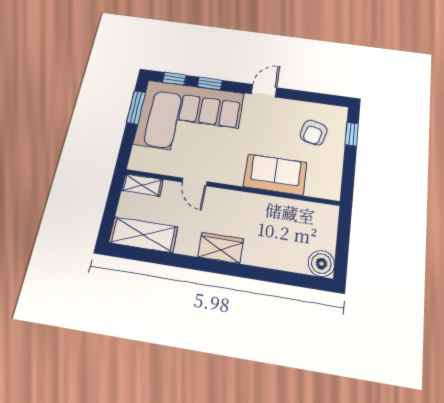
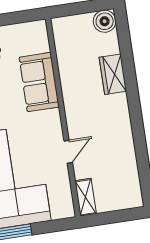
shelving: (143, 235) -> (128, 180), removed
wardrobe: (221, 248) -> (113, 74), moved

